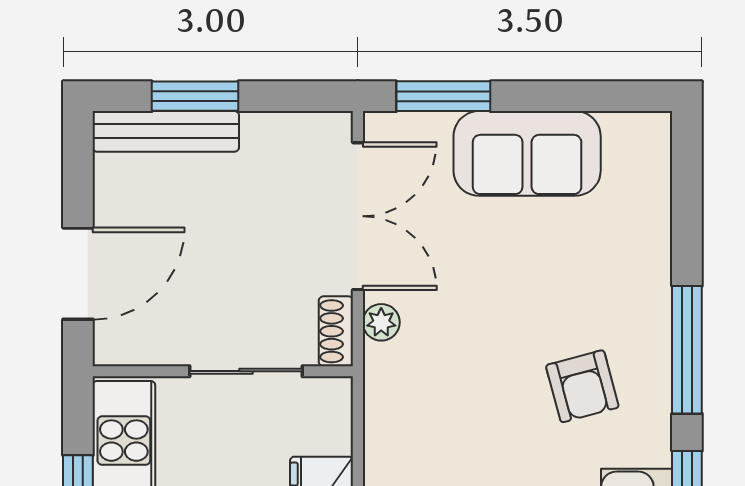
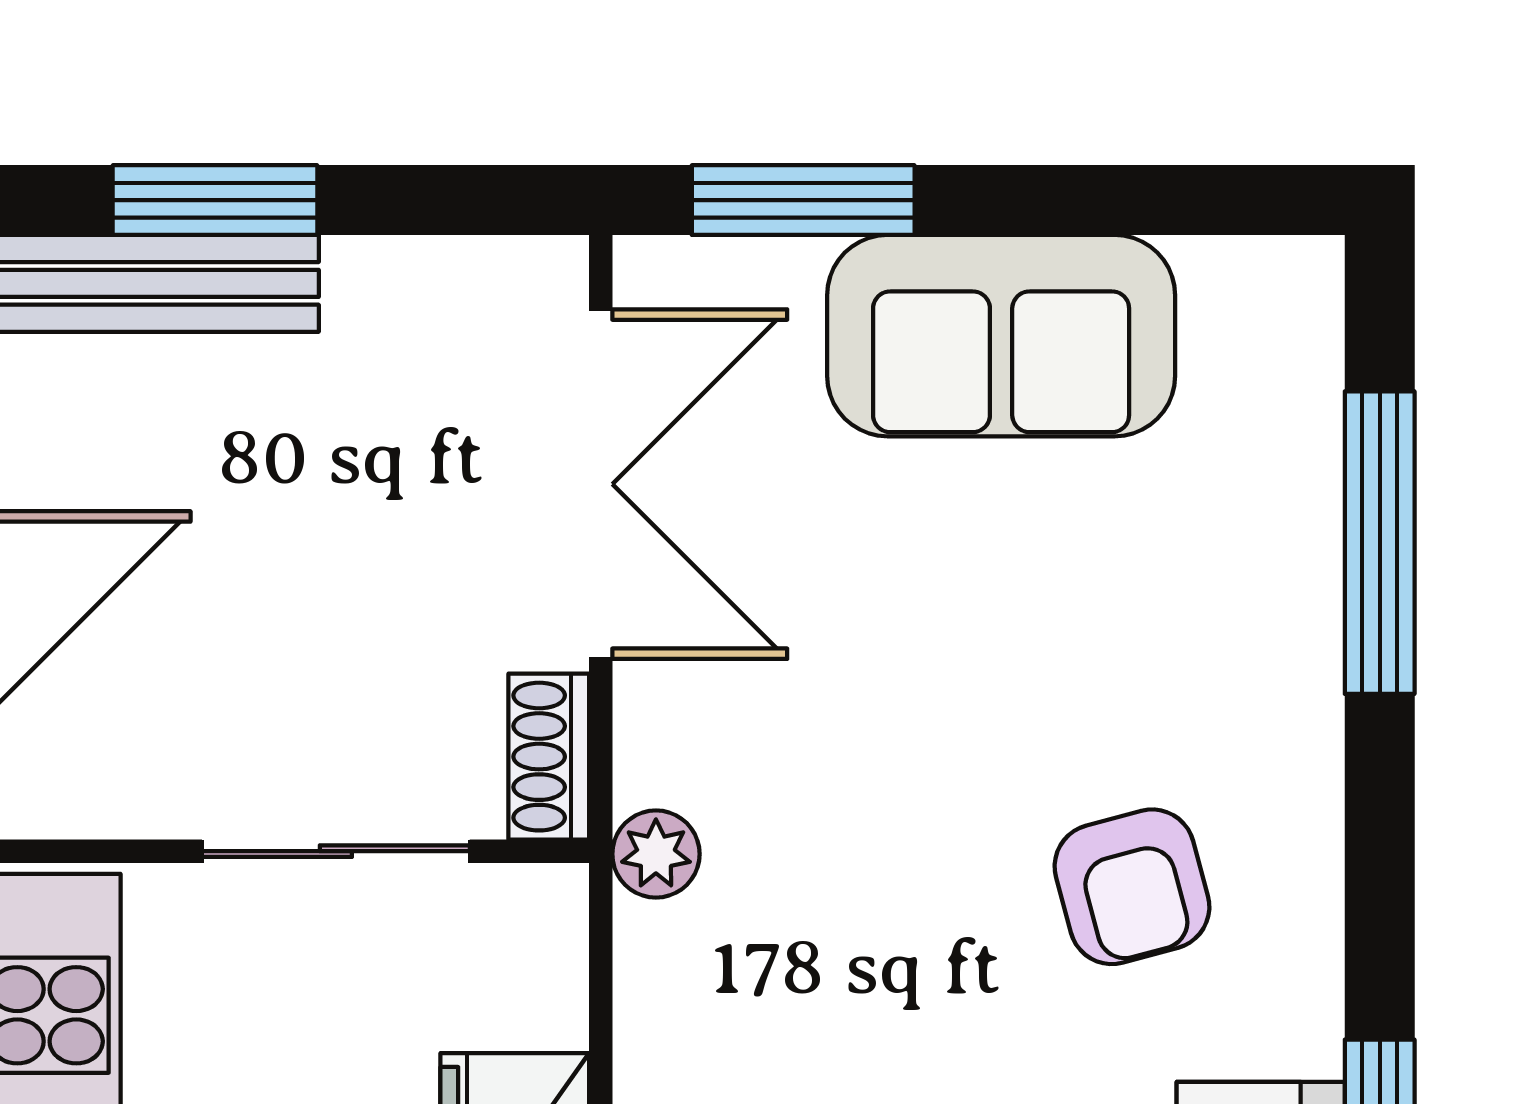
plant: (381, 322) -> (656, 854), moved
window: (687, 350) -> (1380, 543), moved

